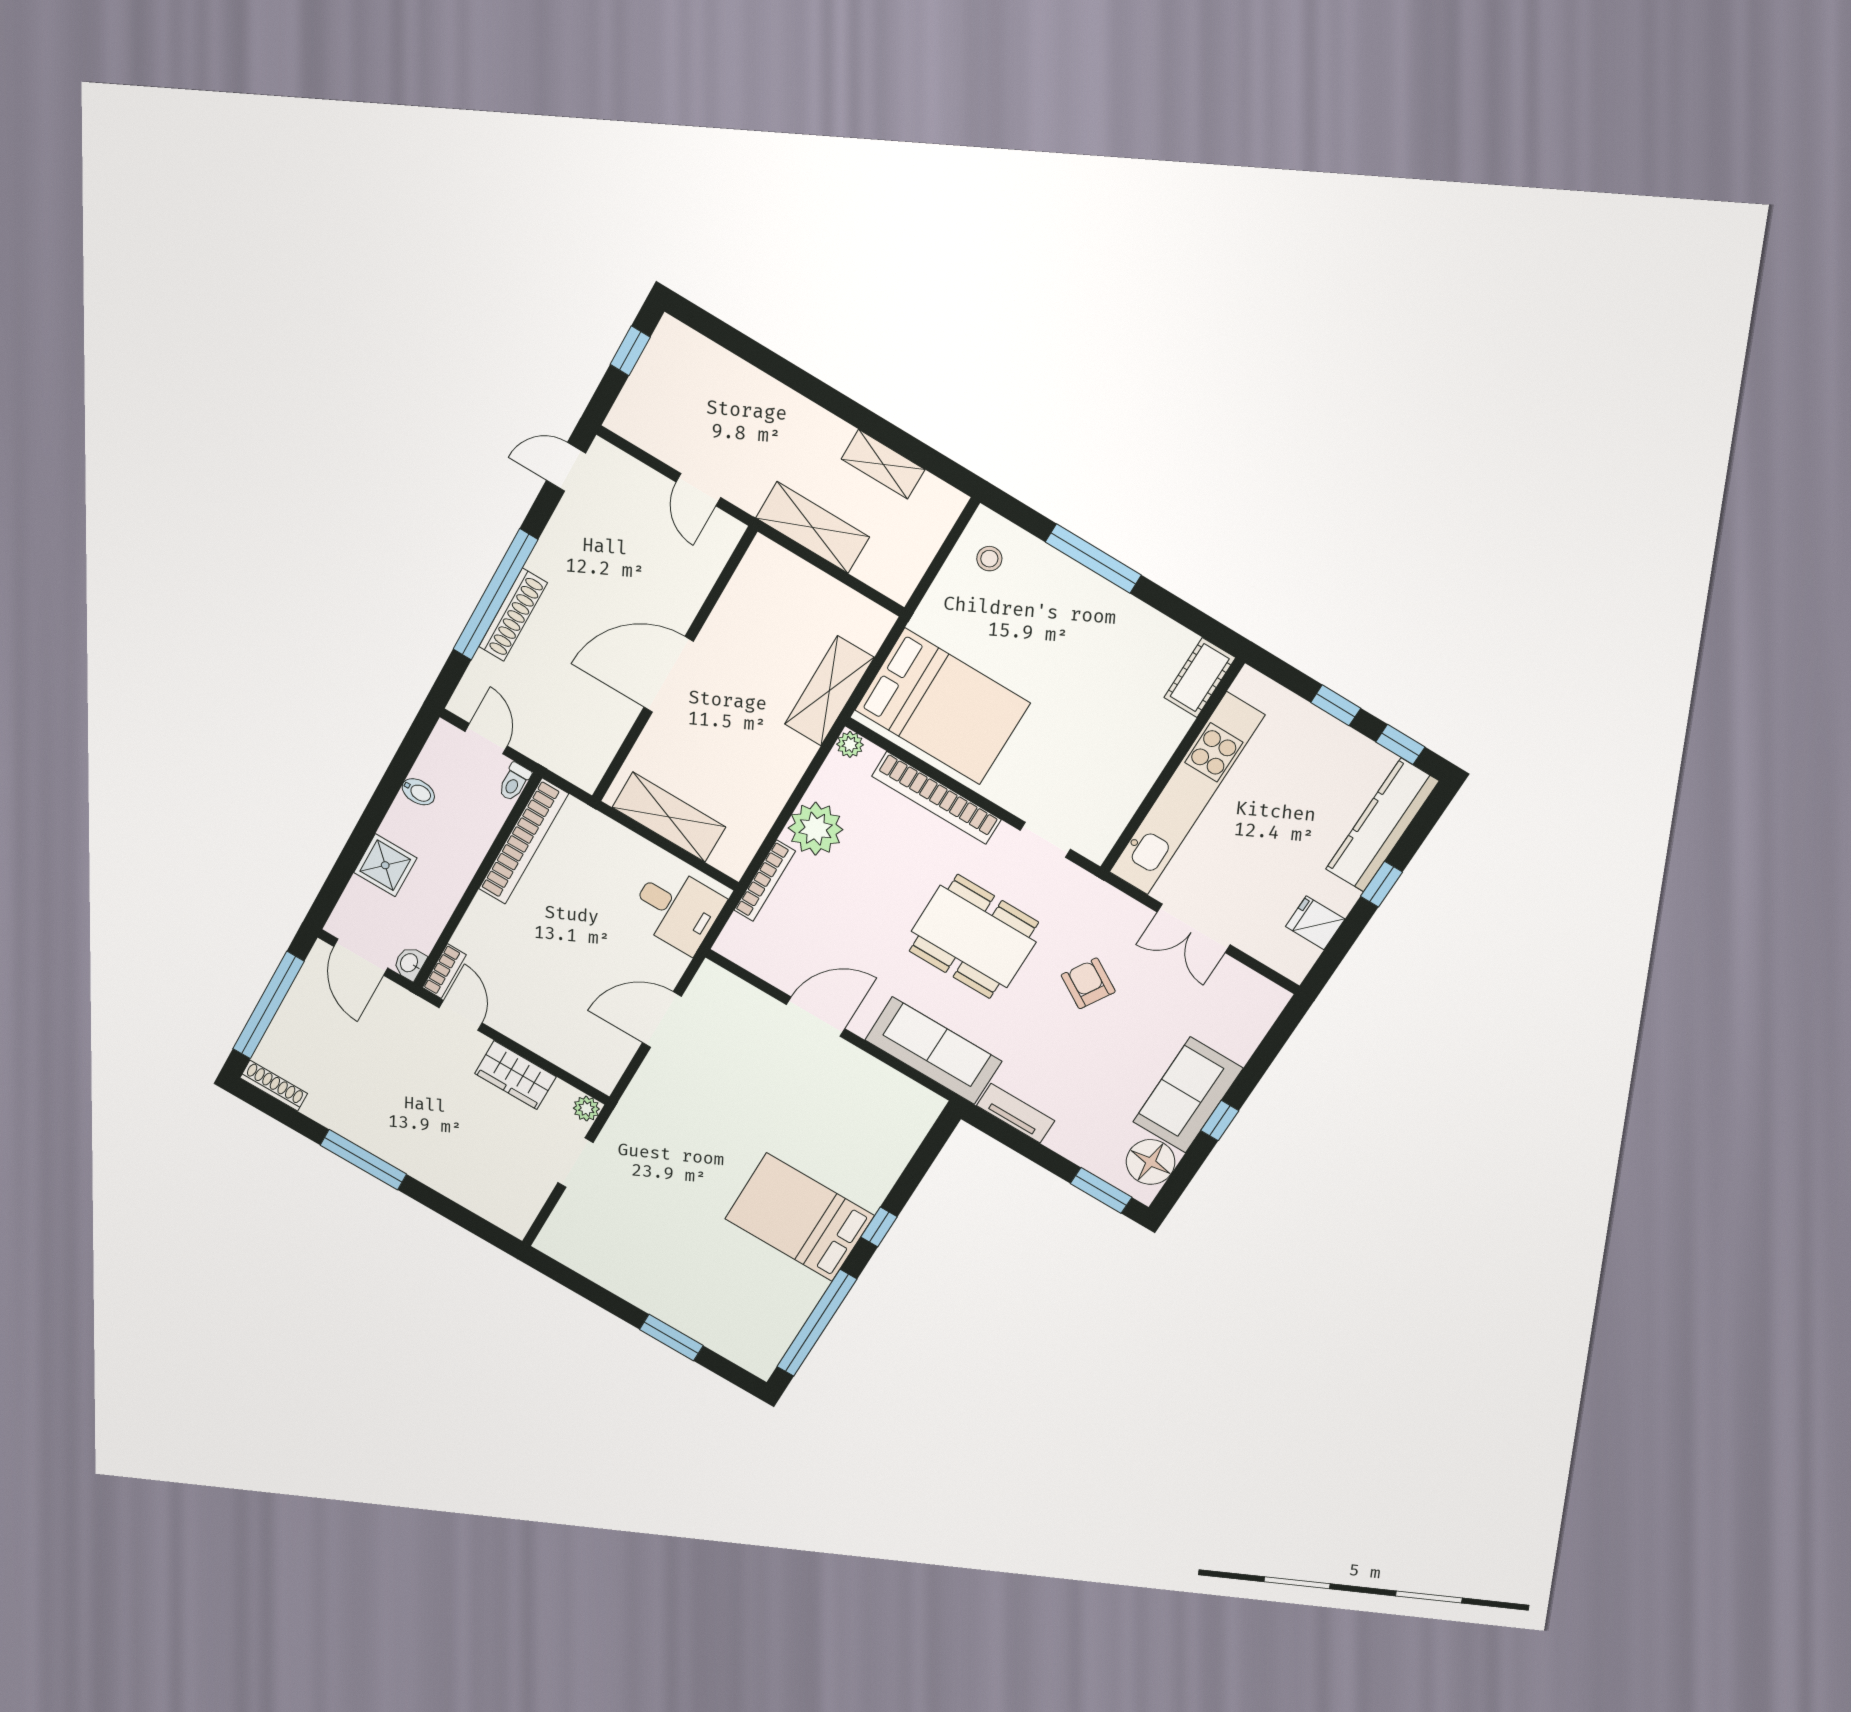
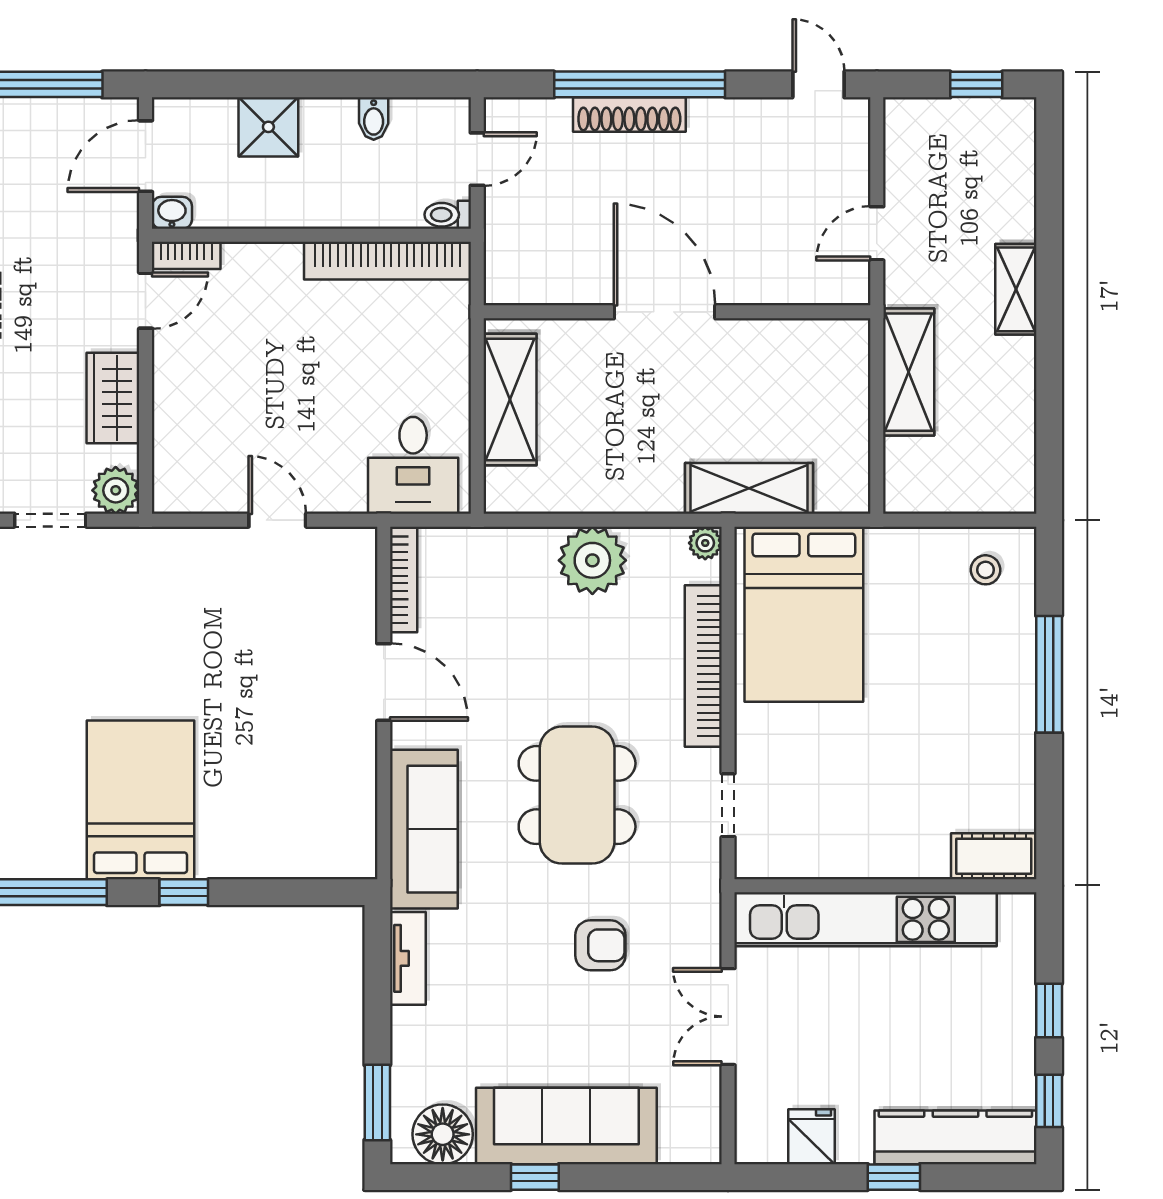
shelving: (883, 464) -> (1016, 289), moved
bookcase: (765, 881) -> (404, 580), moved, turned -90
armchair: (1088, 983) -> (600, 945), turned 59
door: (662, 1020) -> (277, 520), width x0.73
sofa: (1188, 1095) -> (566, 1126), width x1.36
plant: (586, 1109) -> (116, 490), width x1.38, depth x1.38

